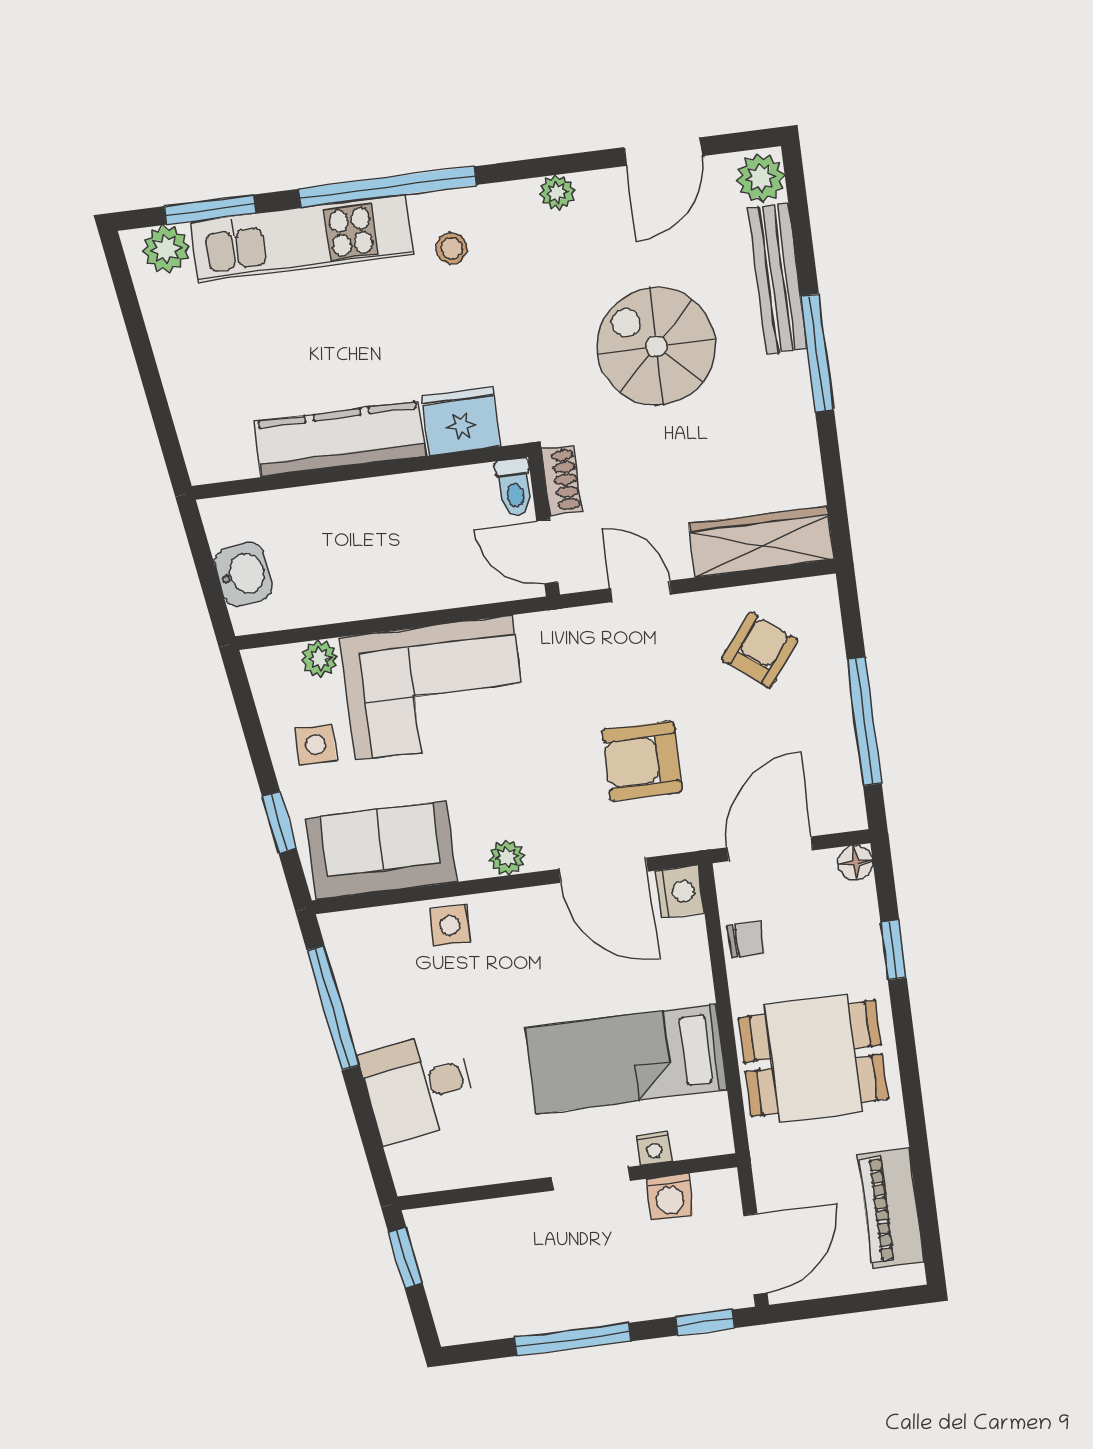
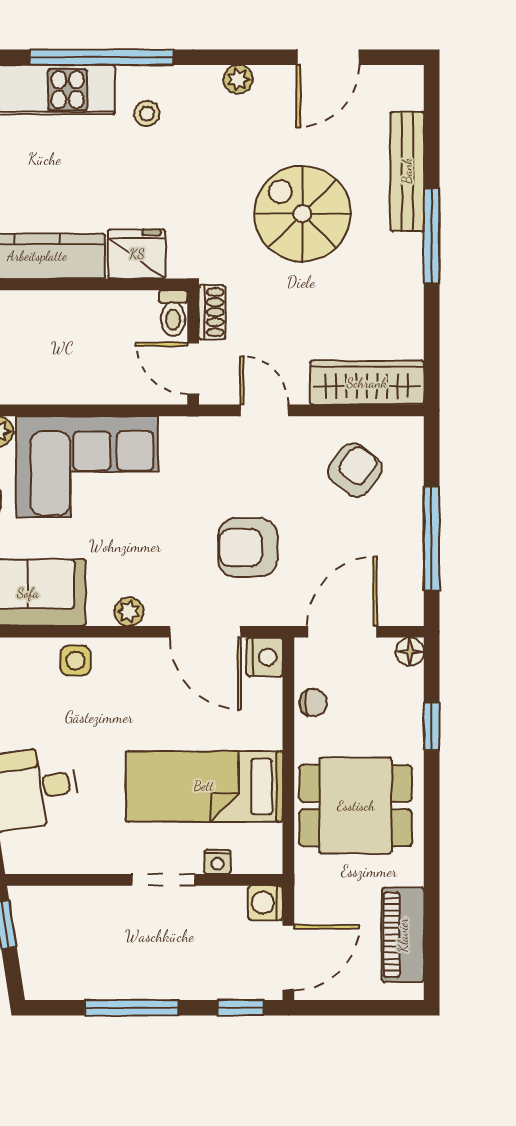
plant: (761, 178) -> (404, 89), removed
washing machine: (670, 1197) -> (266, 903), moved, turned 90

